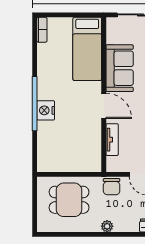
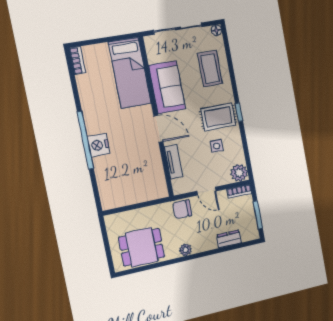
chair: (112, 187) -> (182, 209), turned 90
dining table: (69, 200) -> (142, 247), moved

